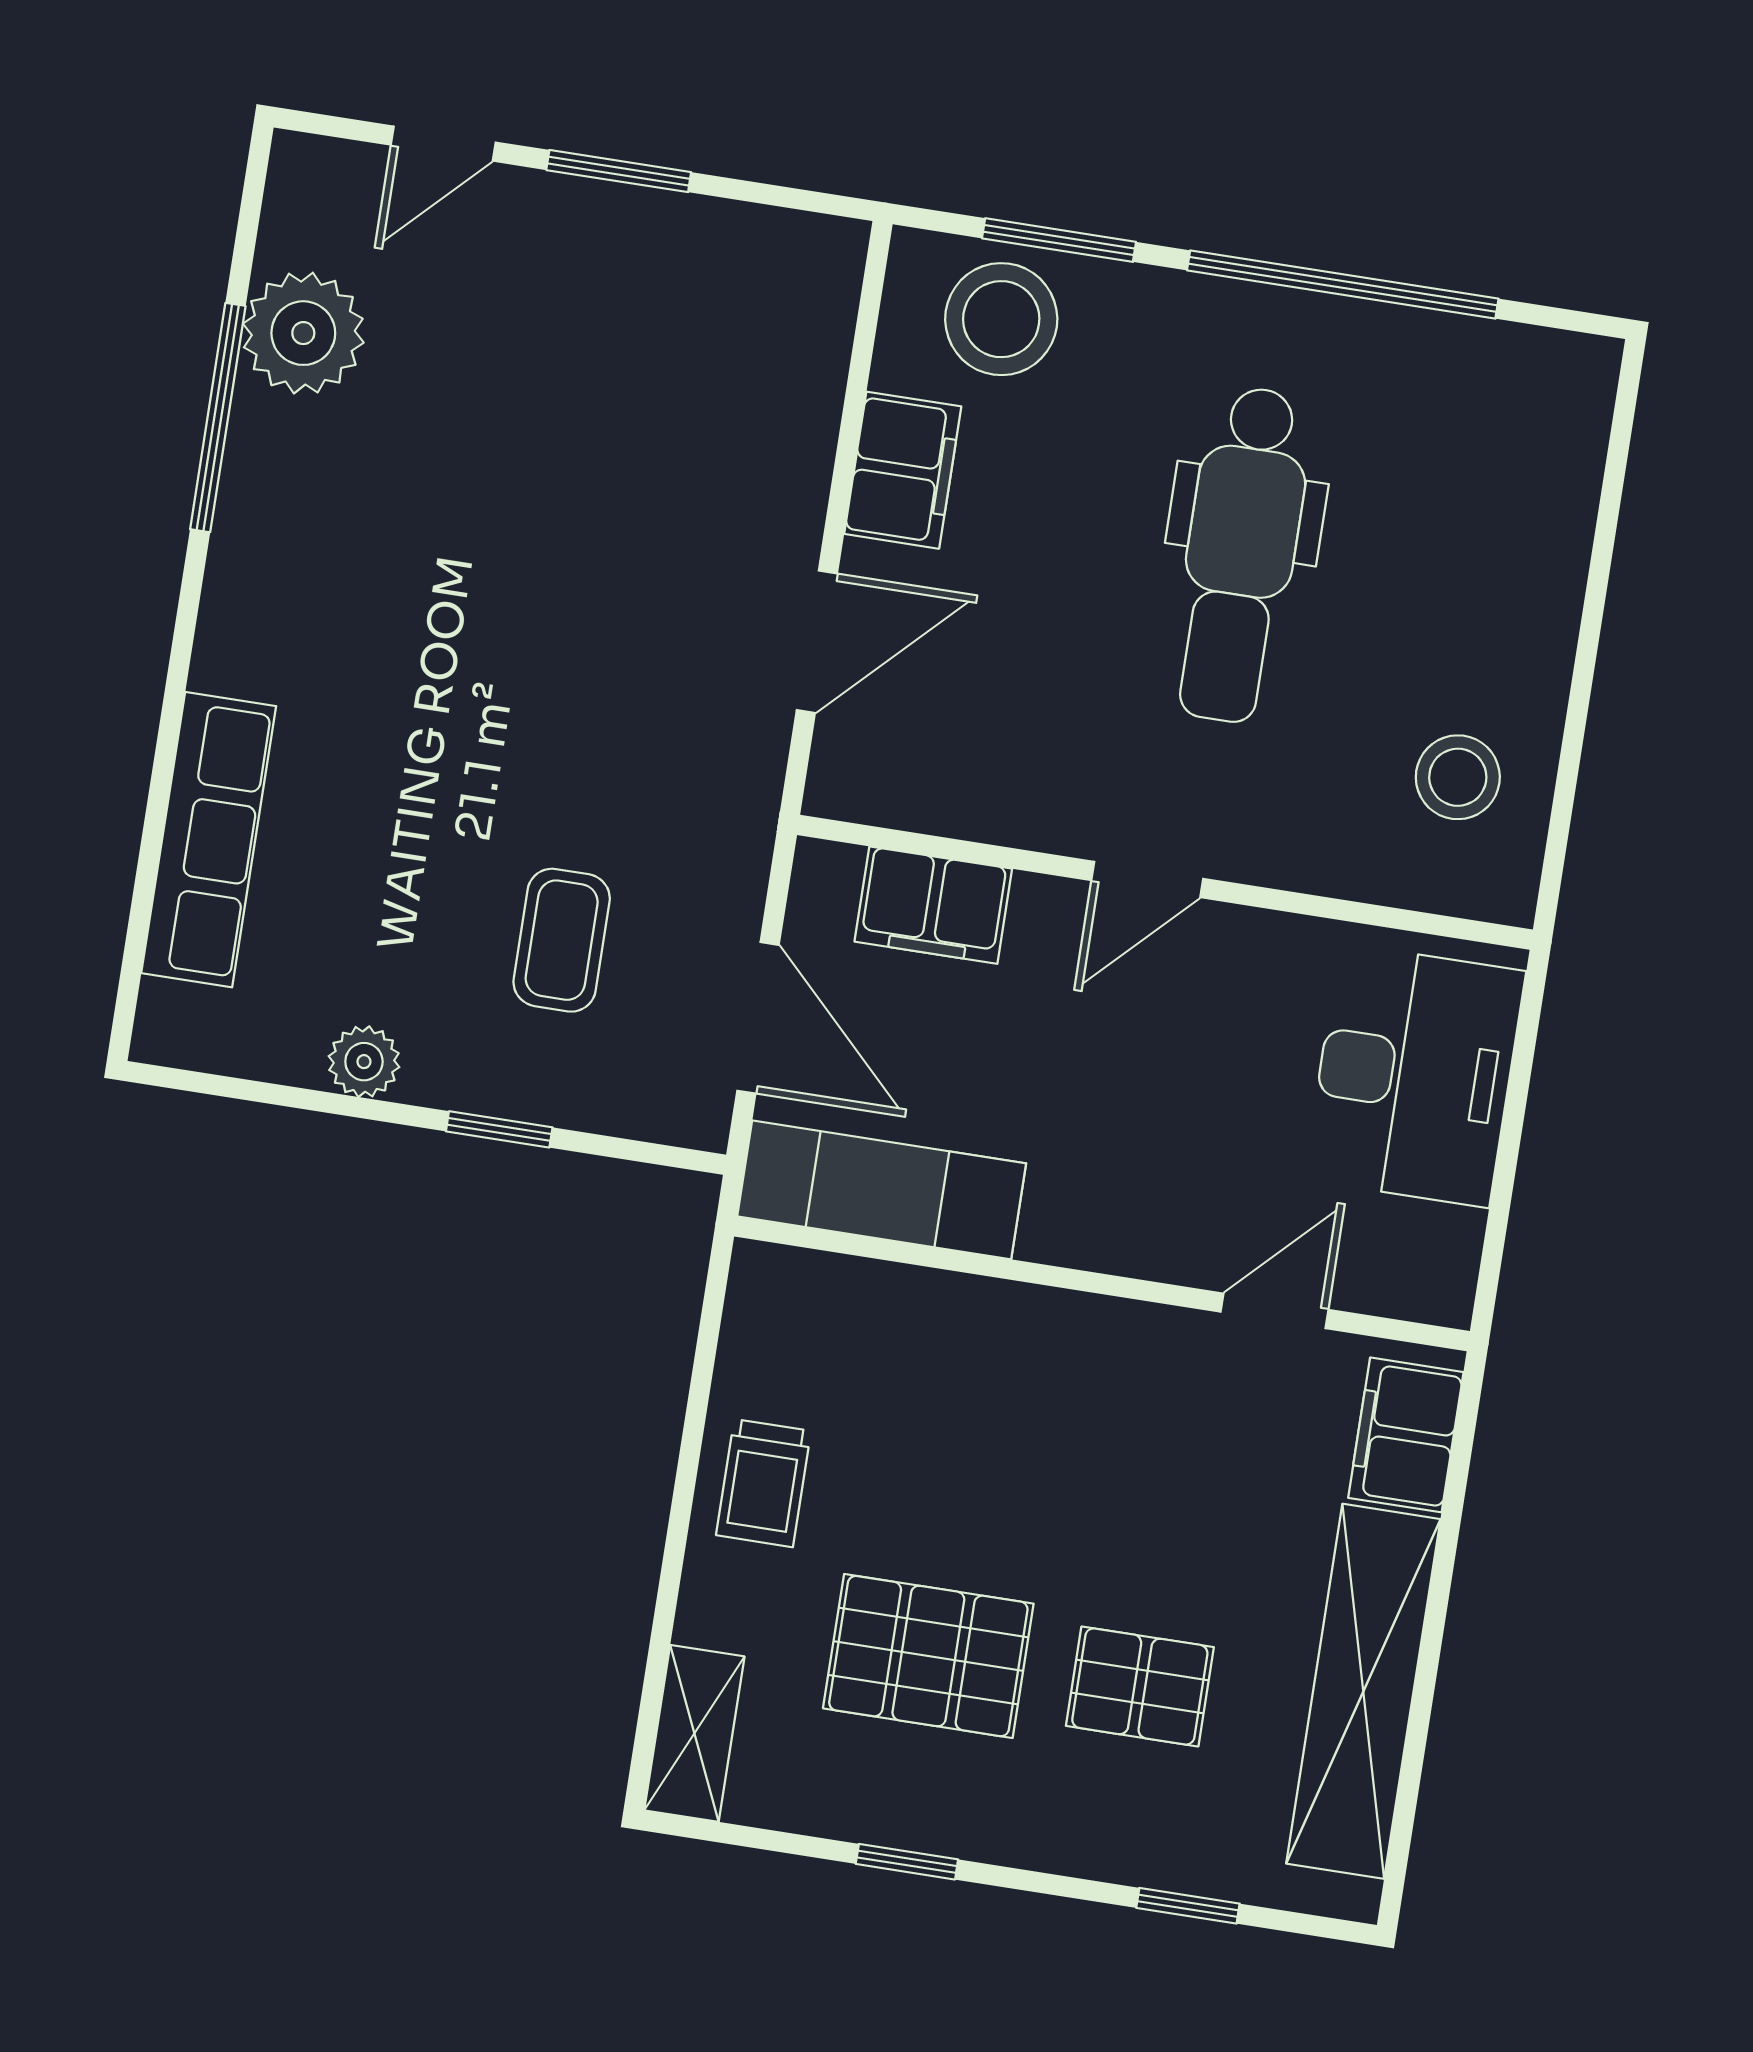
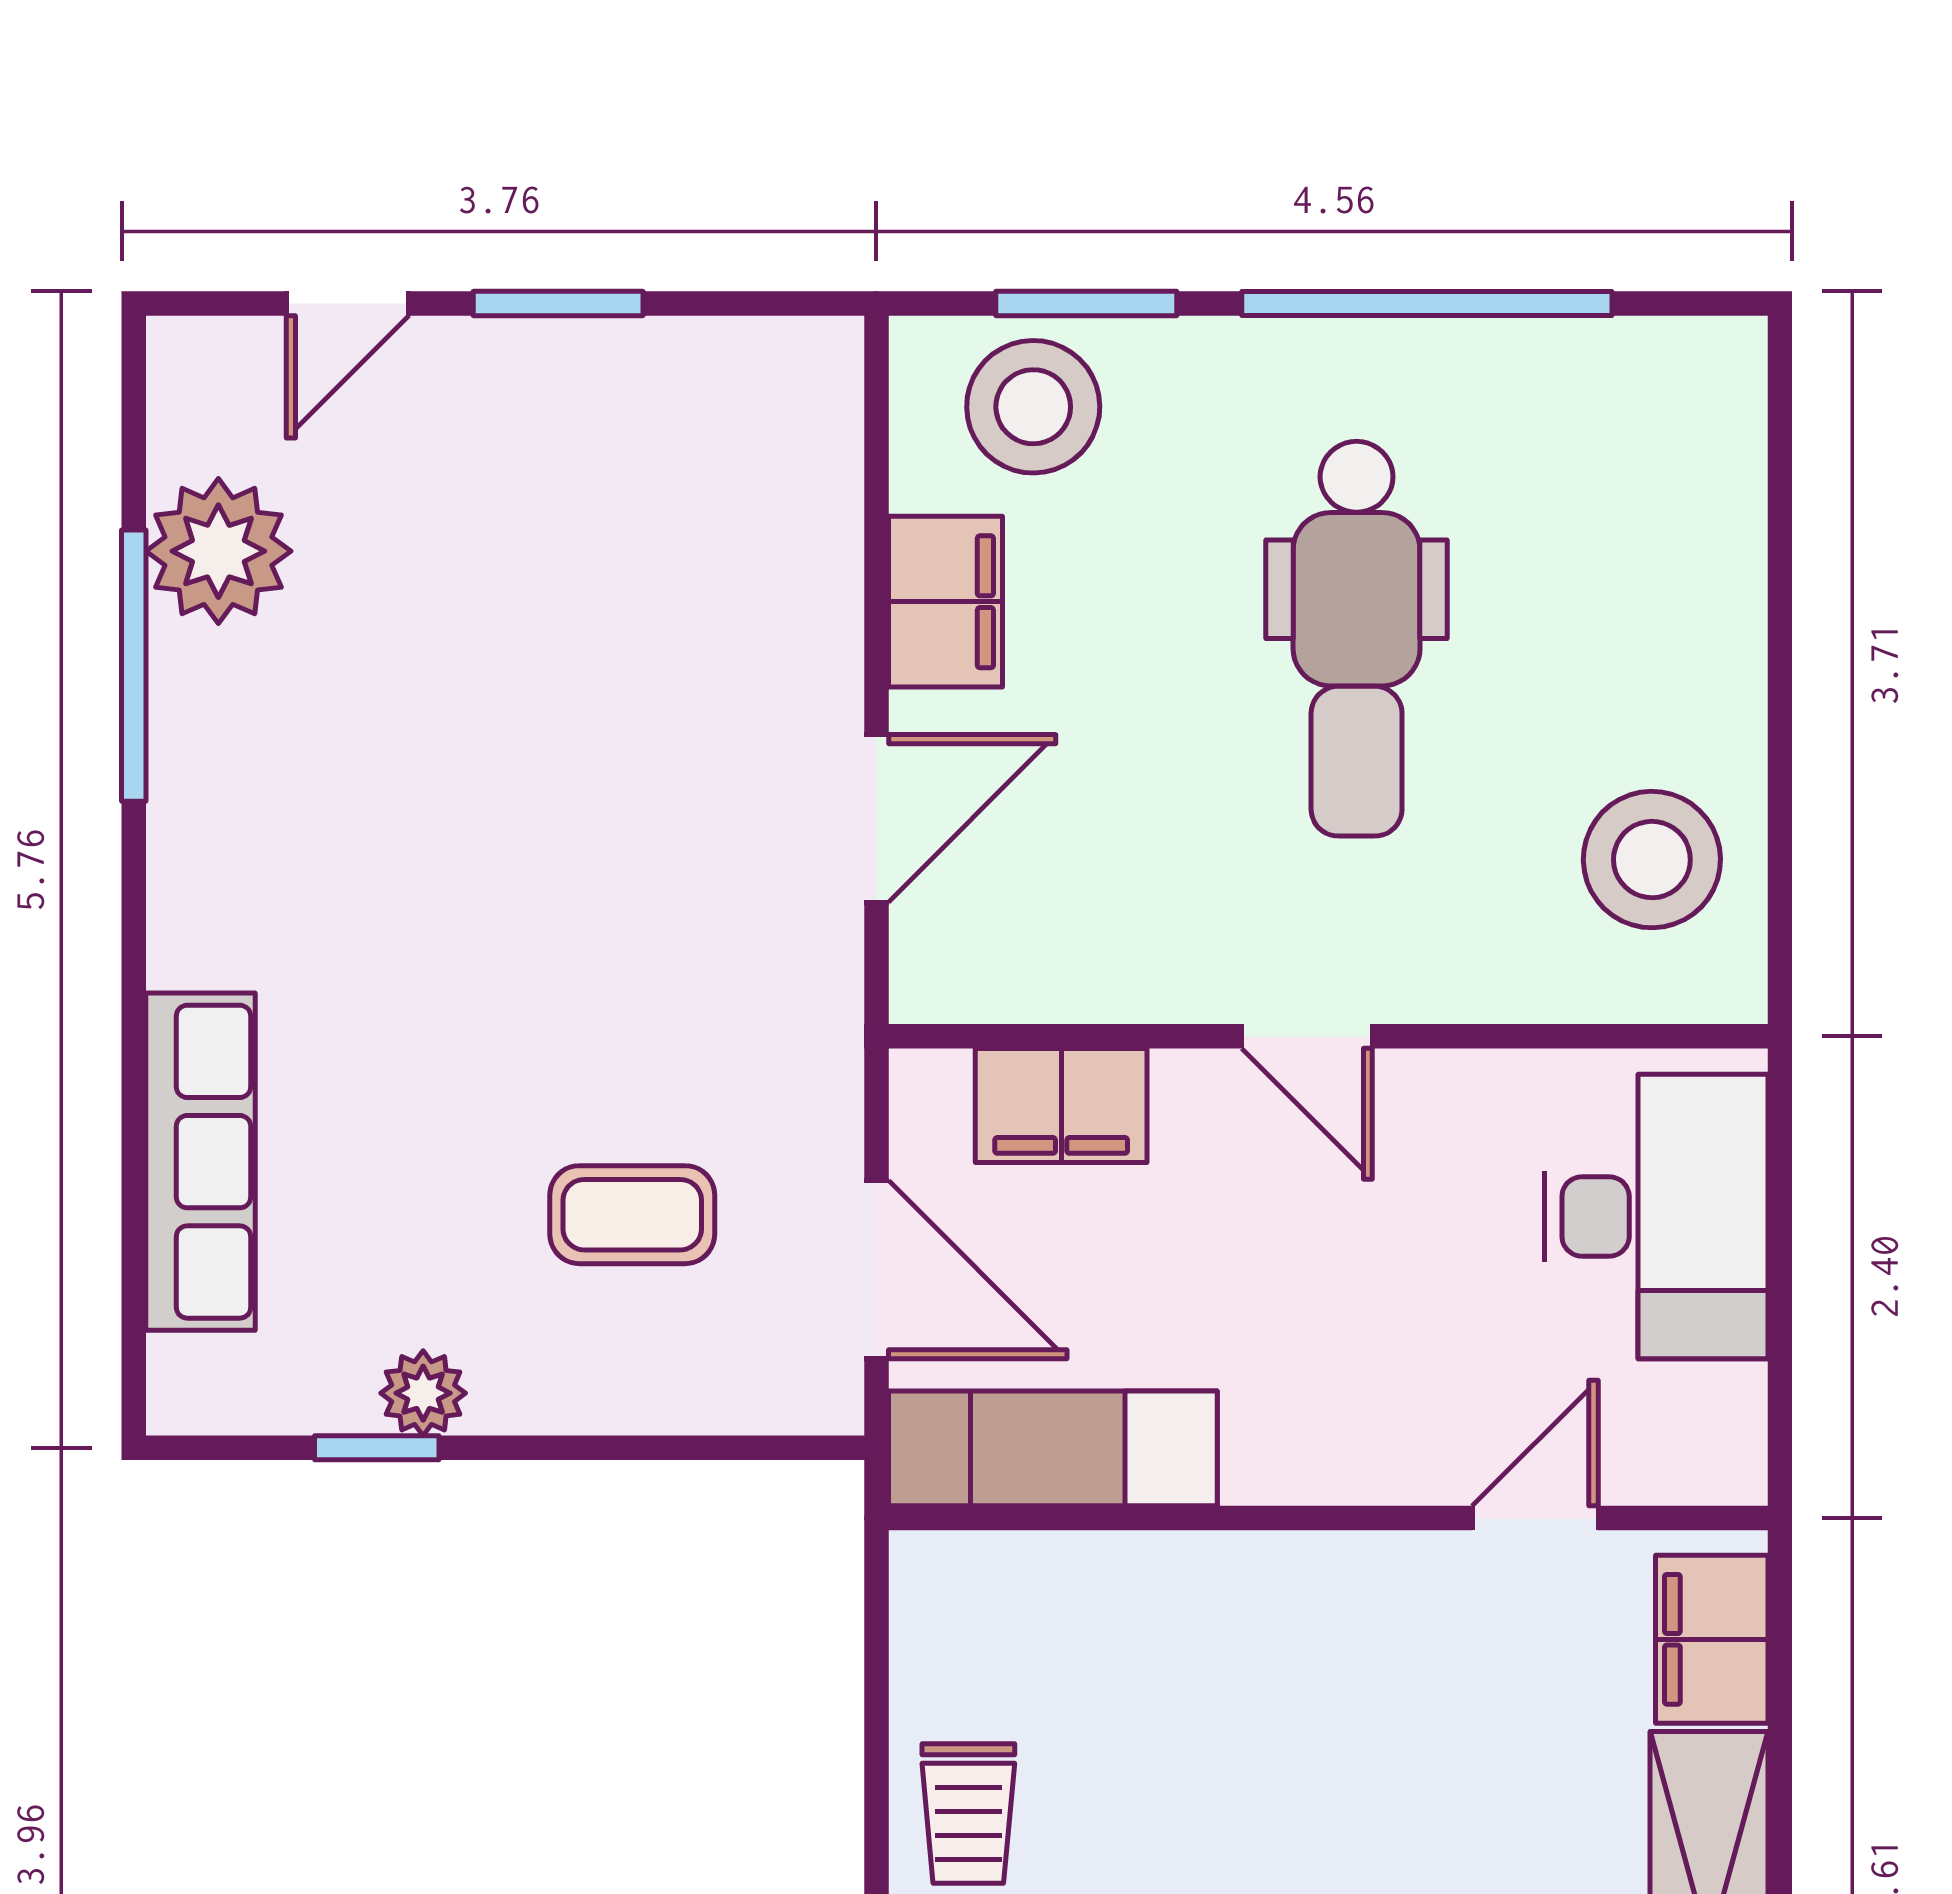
stool: (1458, 777) -> (1652, 860), width x1.38, depth x1.38
door: (1147, 880) -> (1307, 1036), hinge flipped
coffee table: (562, 940) -> (632, 1215), turned 90
window: (499, 1129) -> (377, 1448), moved

